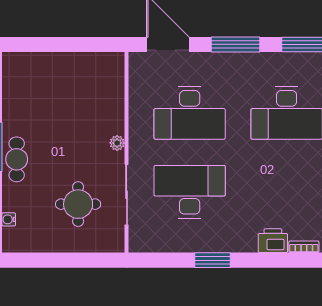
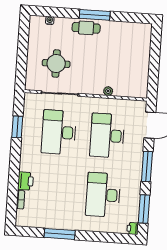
plant: (117, 143) -> (108, 91), moved
desk: (190, 192) -> (59, 132), turned 180
window: (212, 260) -> (17, 127), moved

